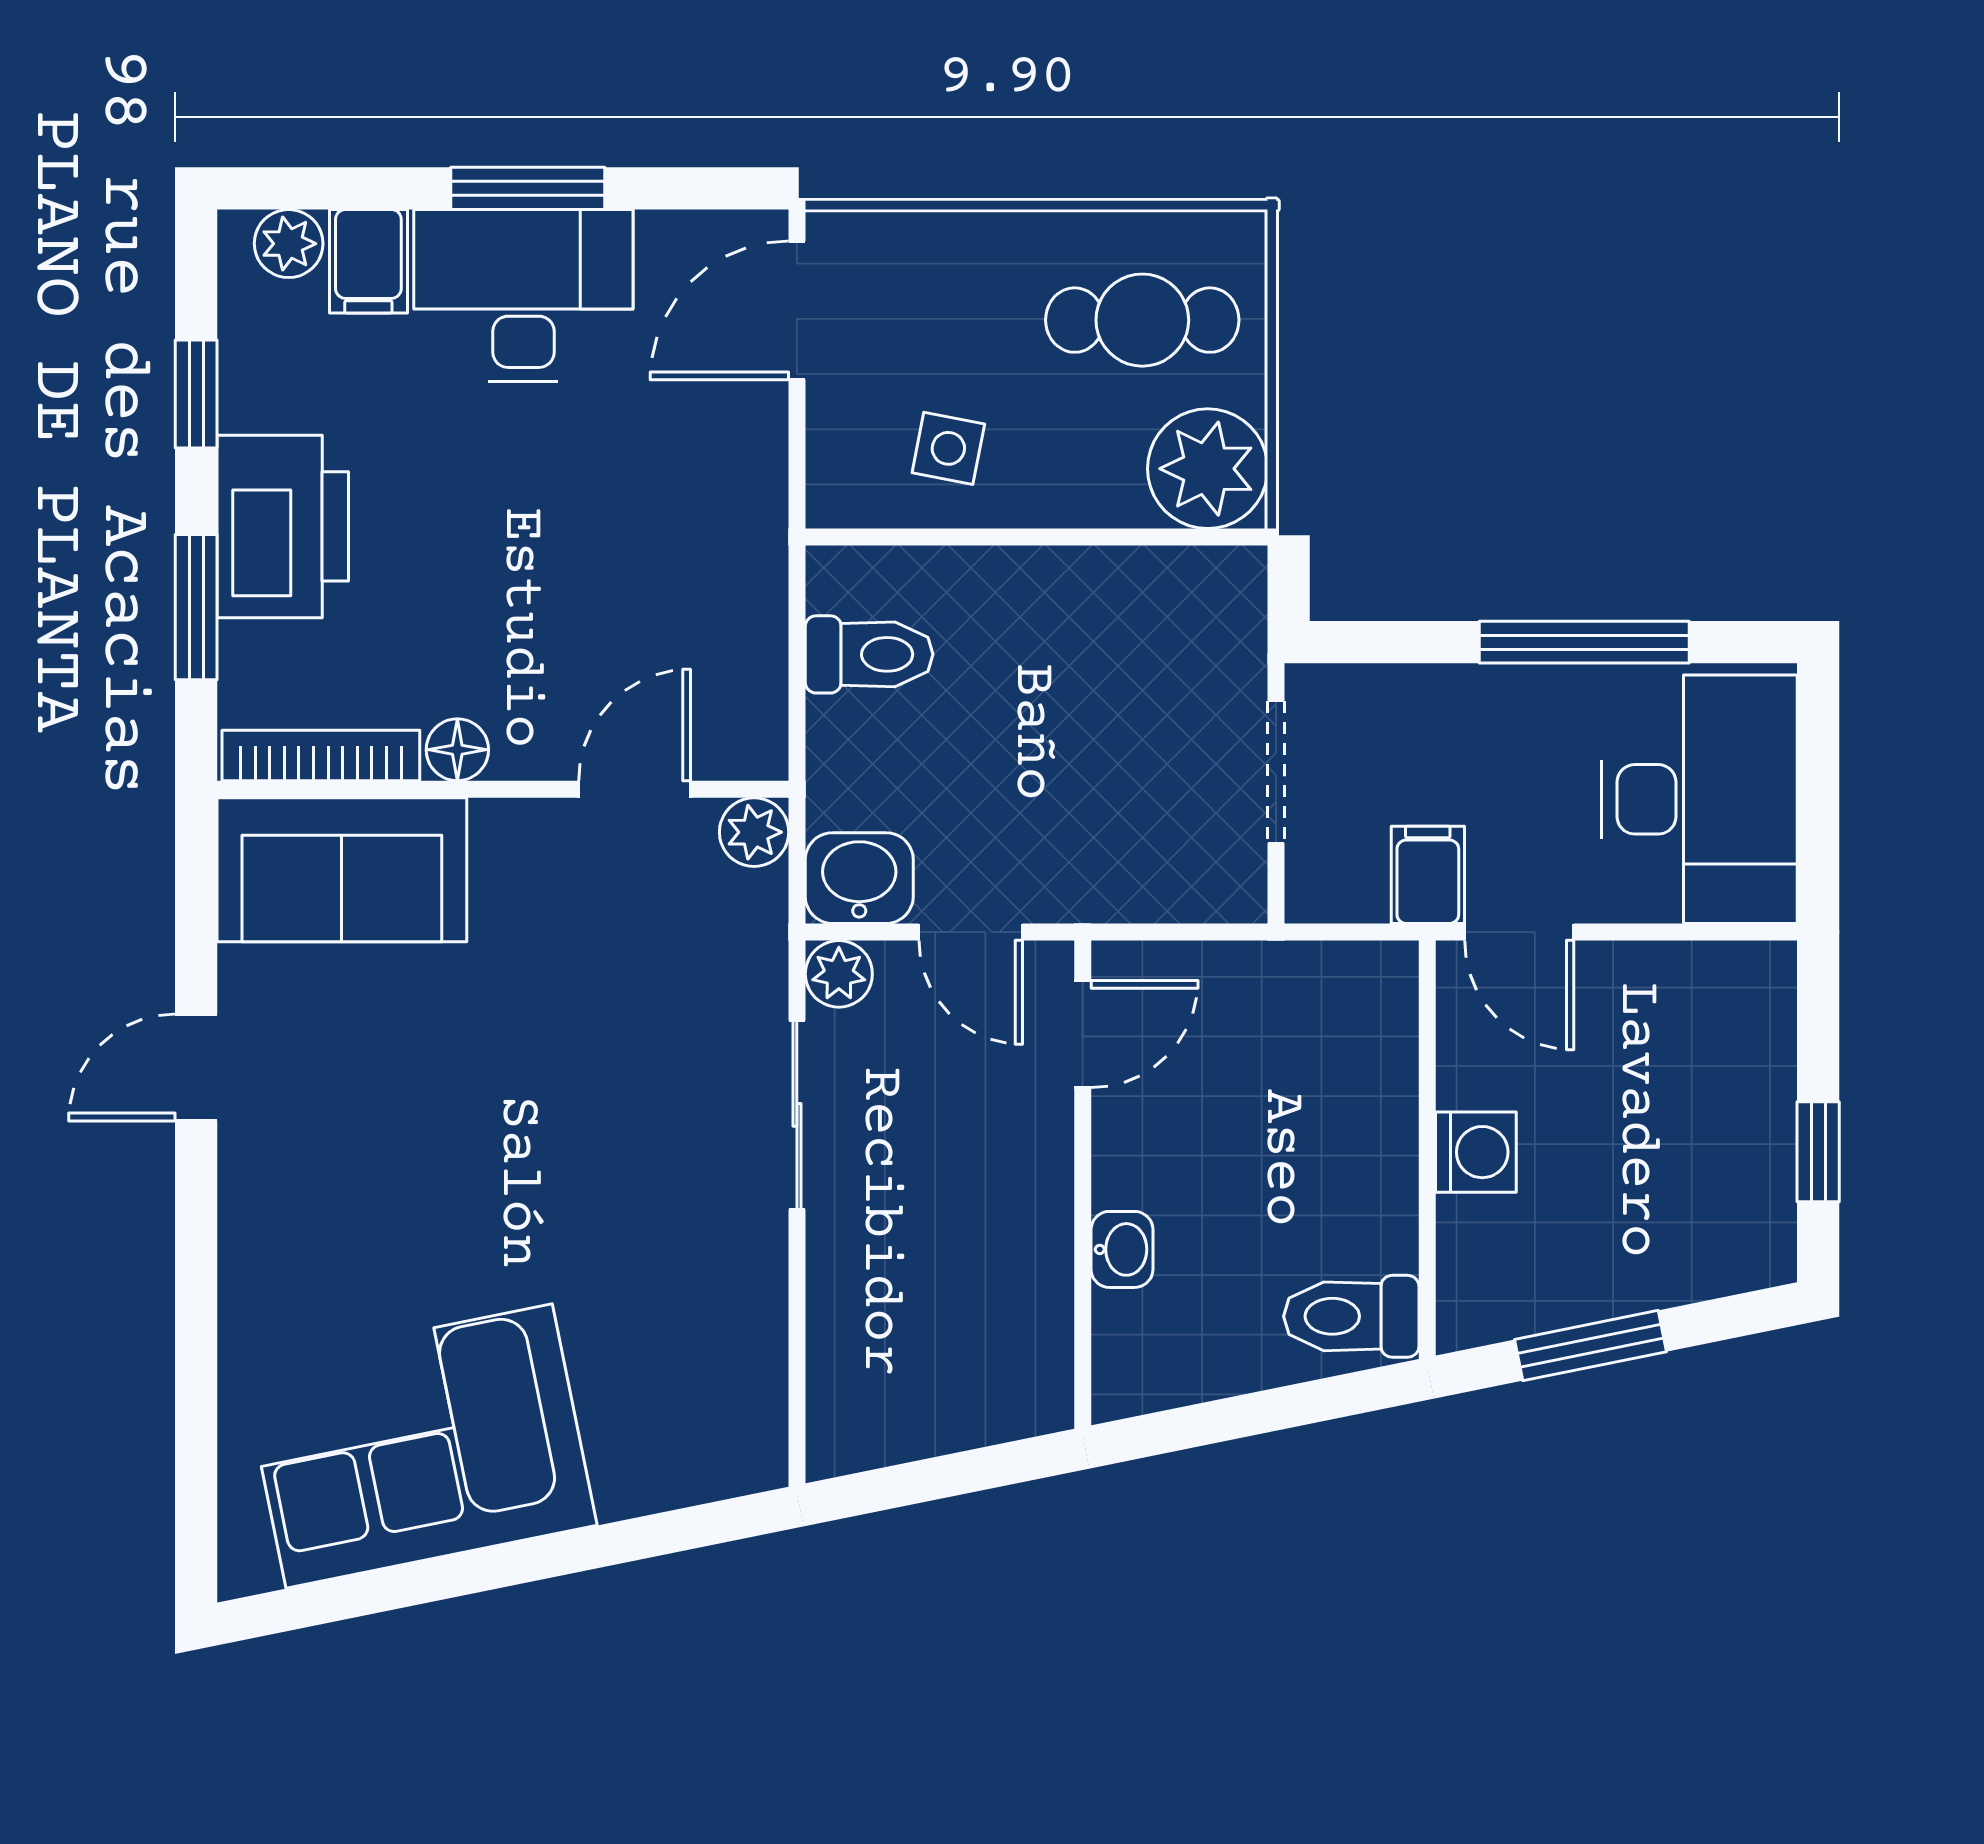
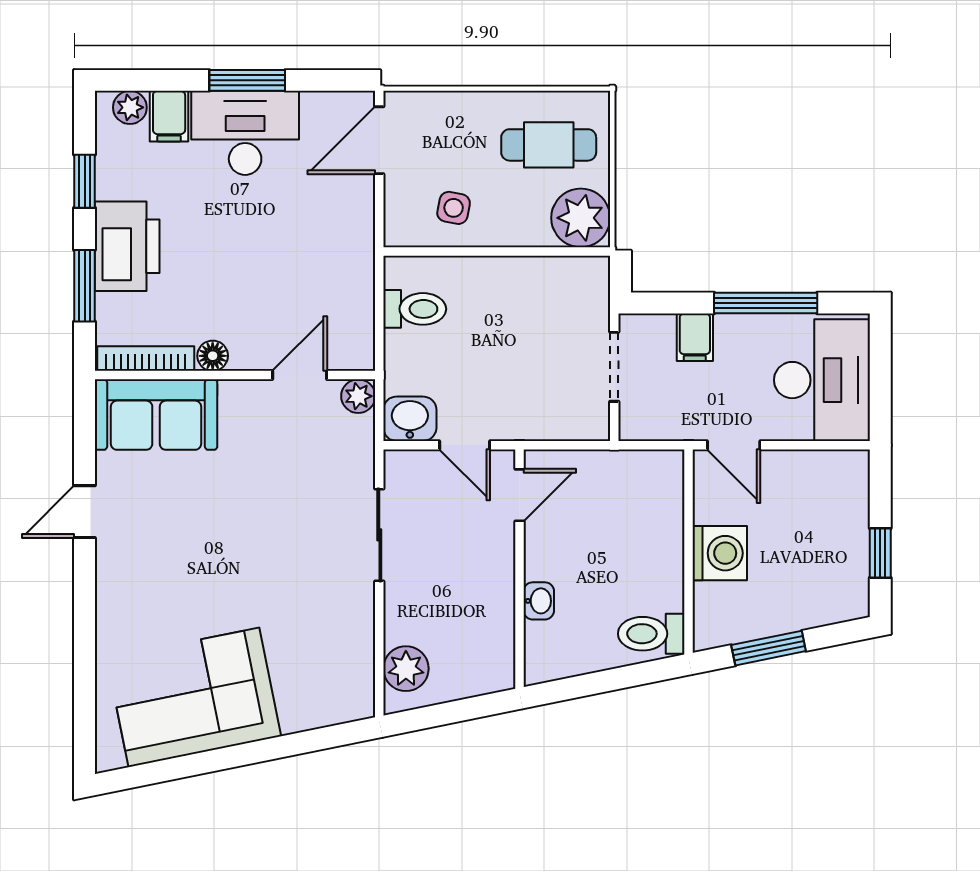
filing cabinet: (1428, 875) -> (695, 337), moved, turned 180
plant: (839, 974) -> (406, 669), moved, width x1.38, depth x1.38
washing machine: (1476, 1152) -> (720, 553), width x1.38, depth x1.38

